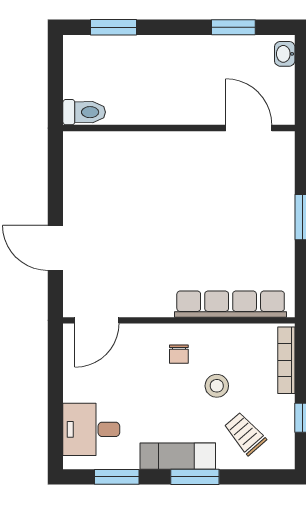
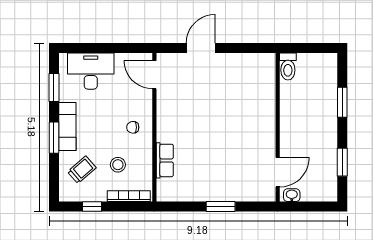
window: (113, 27) -> (342, 102), moved
washbasin: (285, 54) -> (292, 195), moved
row of seats: (231, 304) -> (165, 160), width x0.50
stool: (217, 386) -> (118, 165), moved
desk: (91, 429) -> (91, 71), width x1.37

